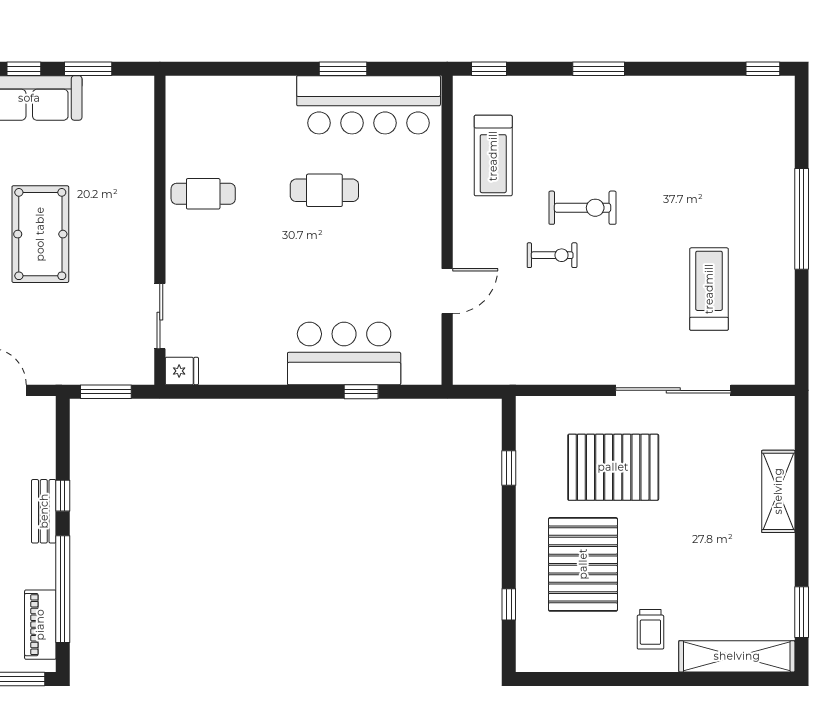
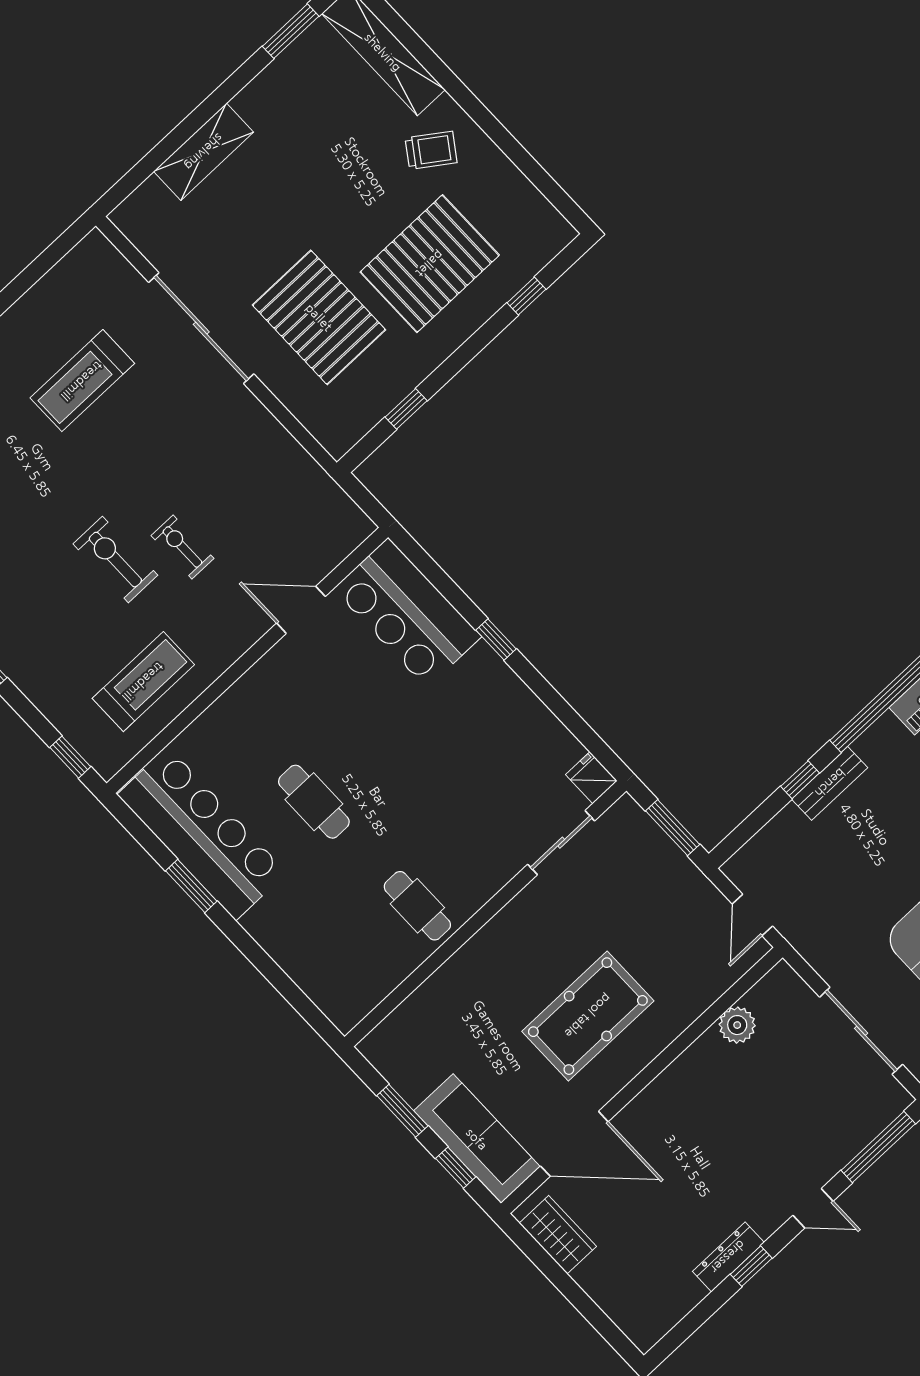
bar counter: (344, 353) -> (407, 613), moved
window: (361, 392) -> (496, 640), moved
trolley: (650, 629) -> (431, 150), turned 35

